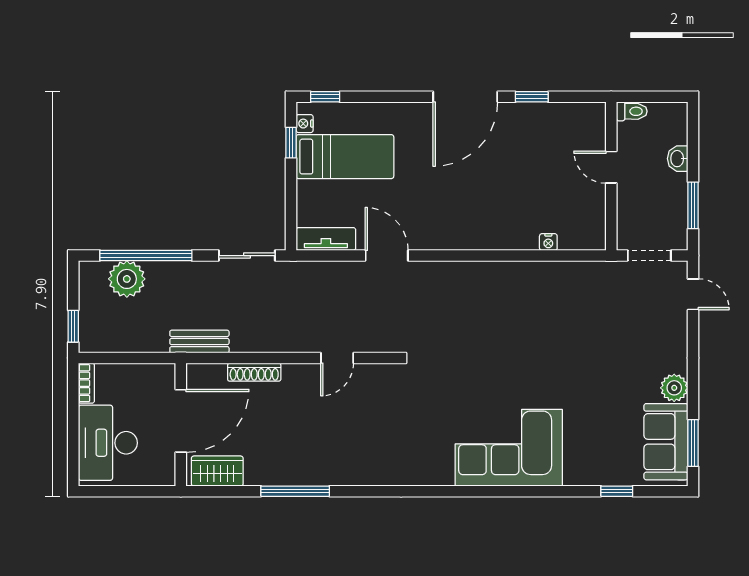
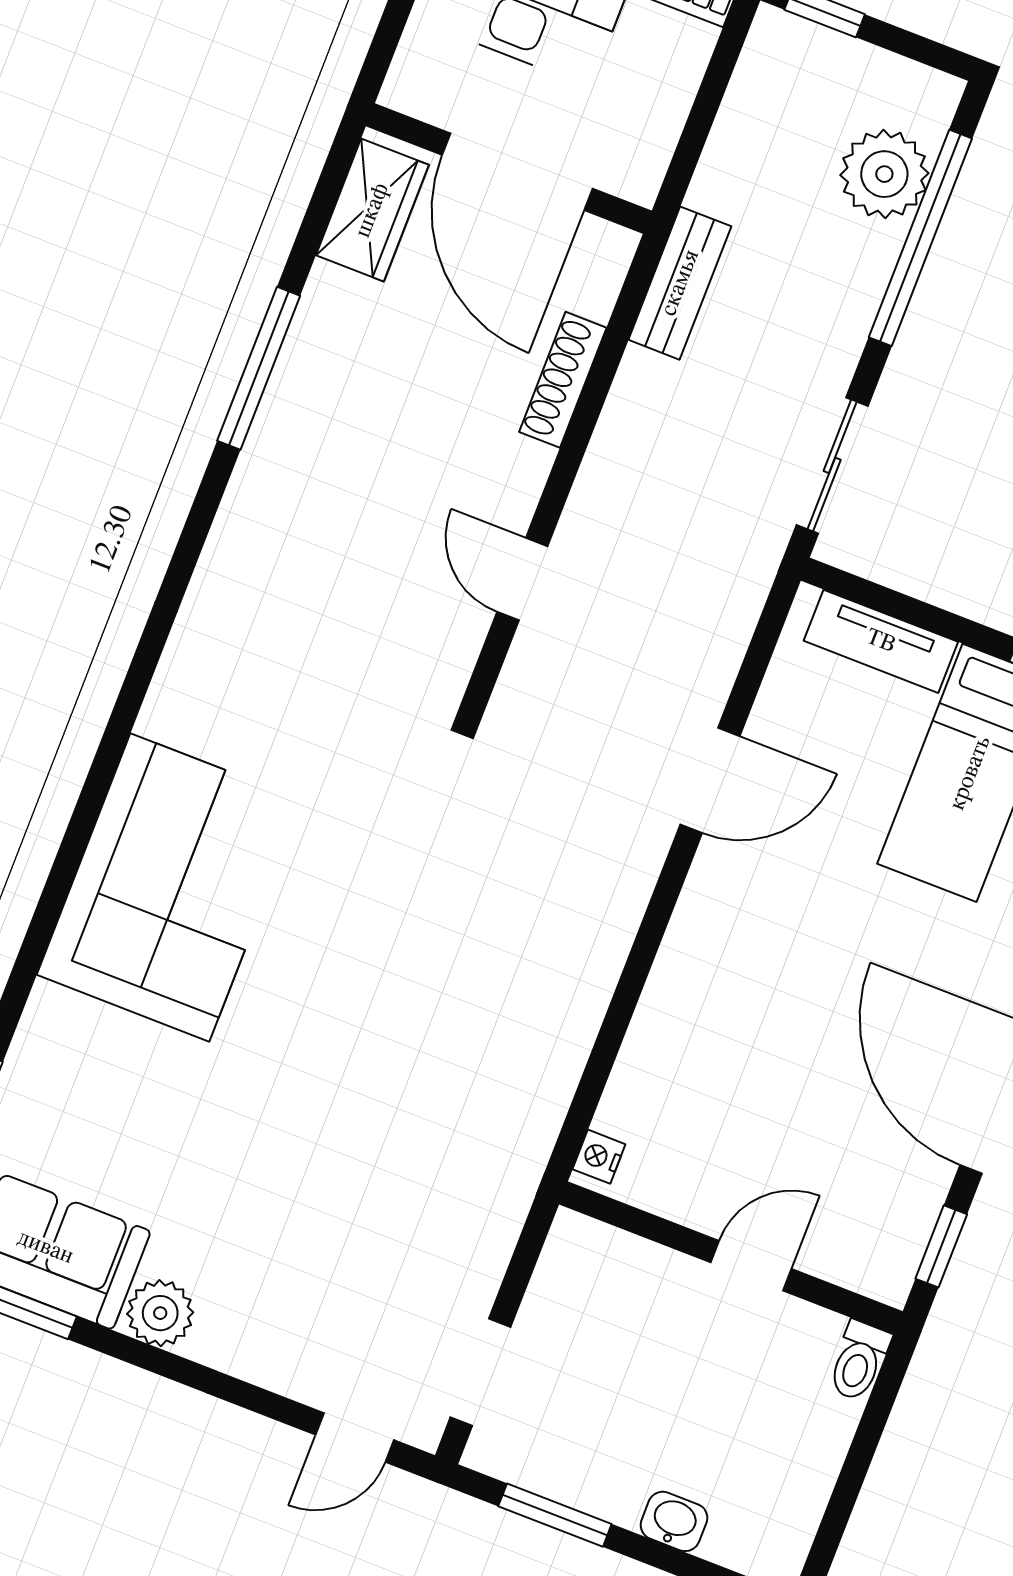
toilet: (632, 111) -> (859, 1361), moved
door: (611, 167) -> (751, 1266), moved
wall: (611, 176) -> (731, 1258), moved
tv unit: (326, 239) -> (881, 641), moved, turned 90

